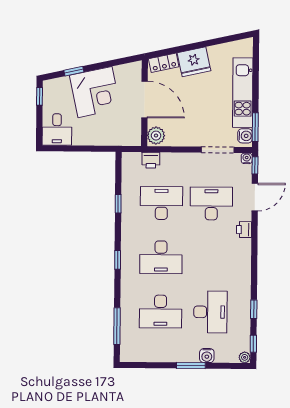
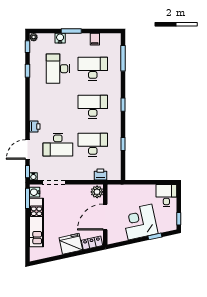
door: (145, 99) -> (105, 217), hinge flipped
desk: (161, 203) -> (93, 145), turned 180
filing cabinet: (157, 354) -> (95, 39), added

